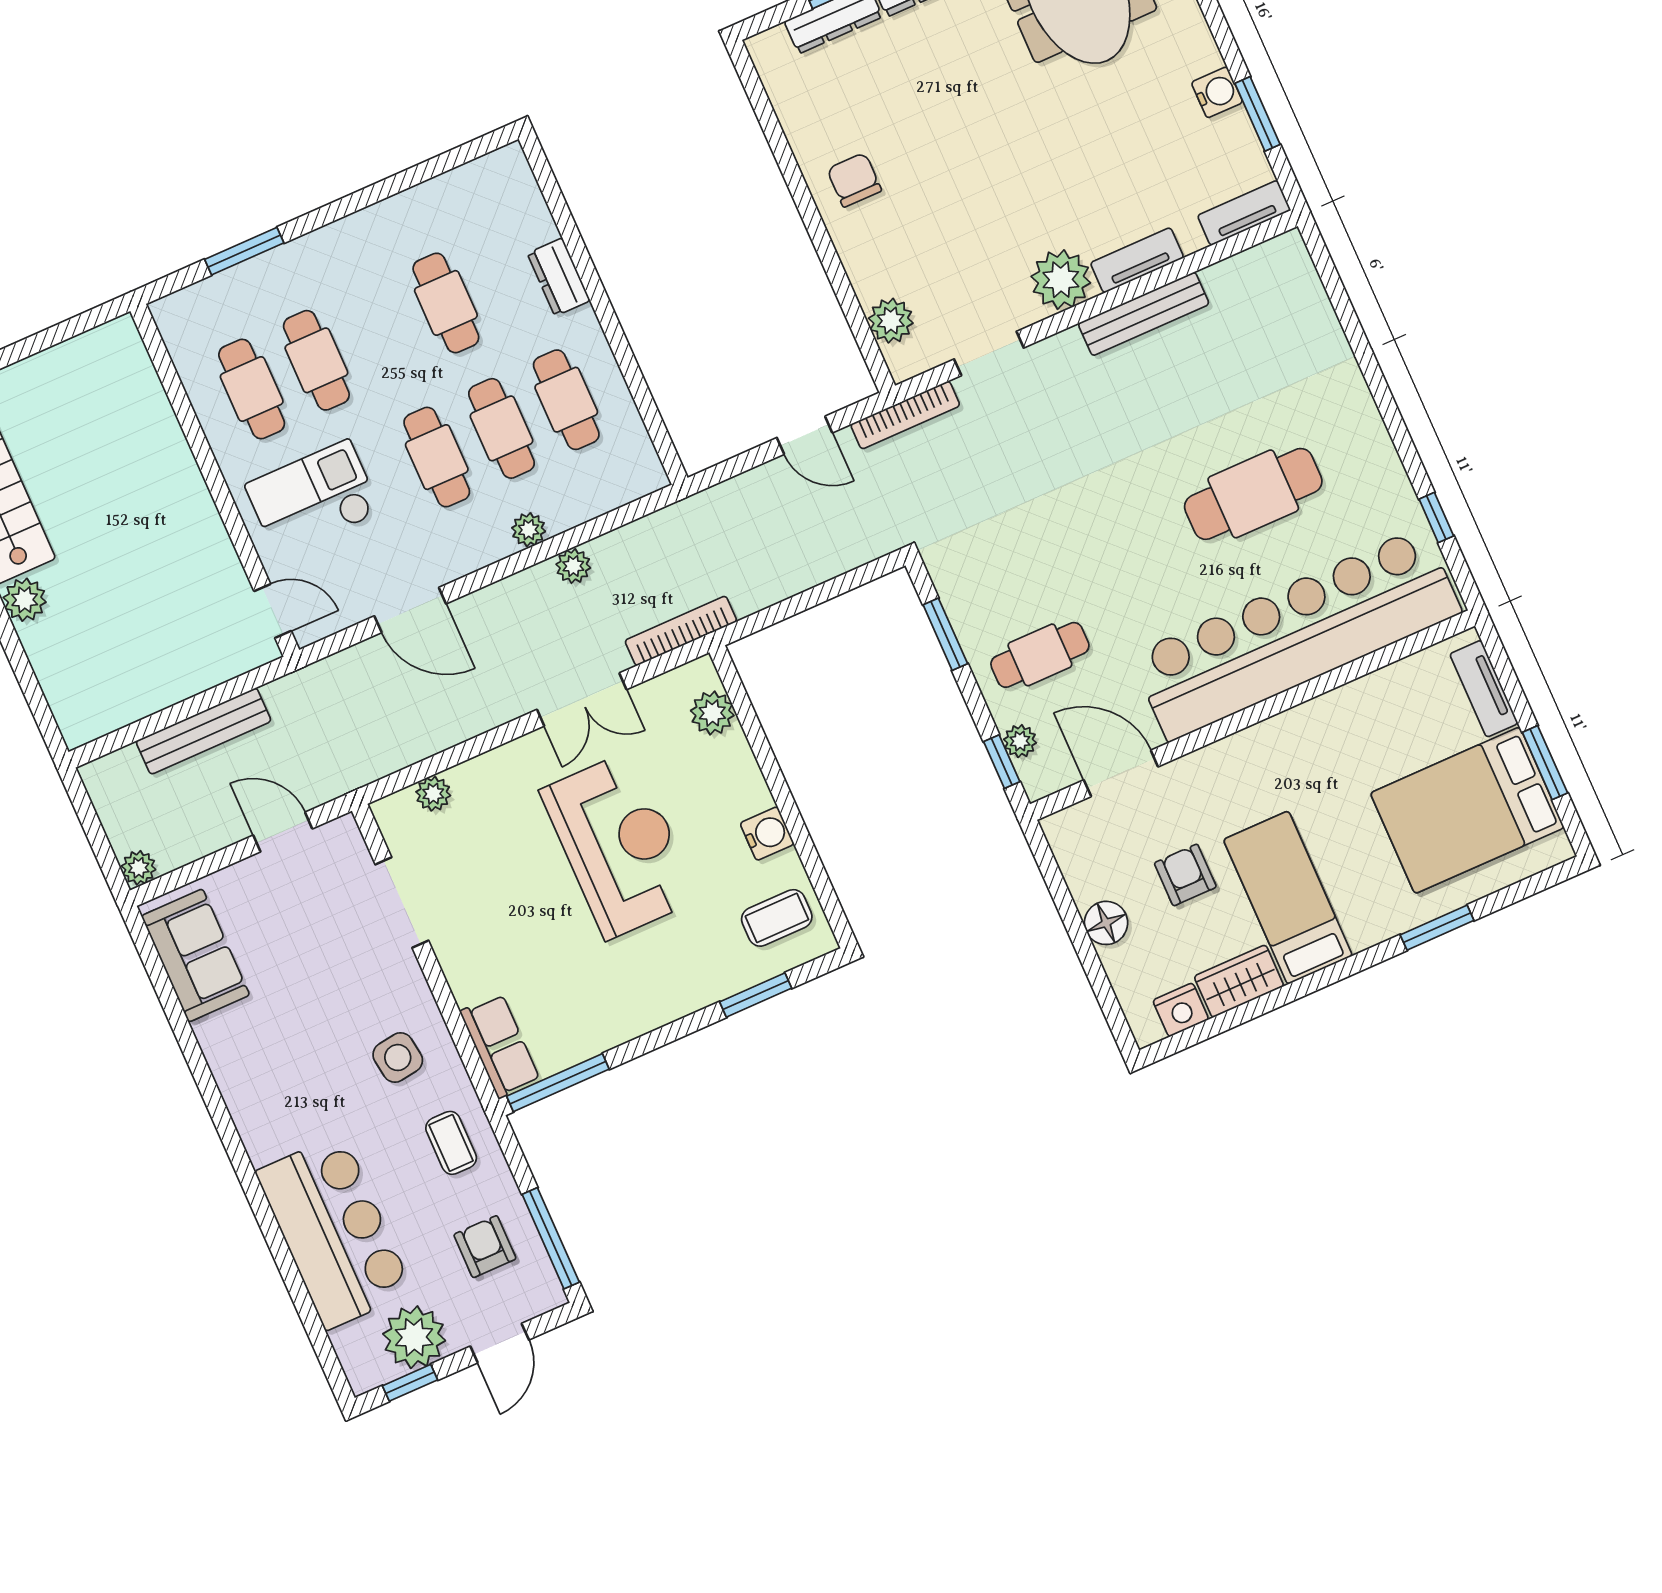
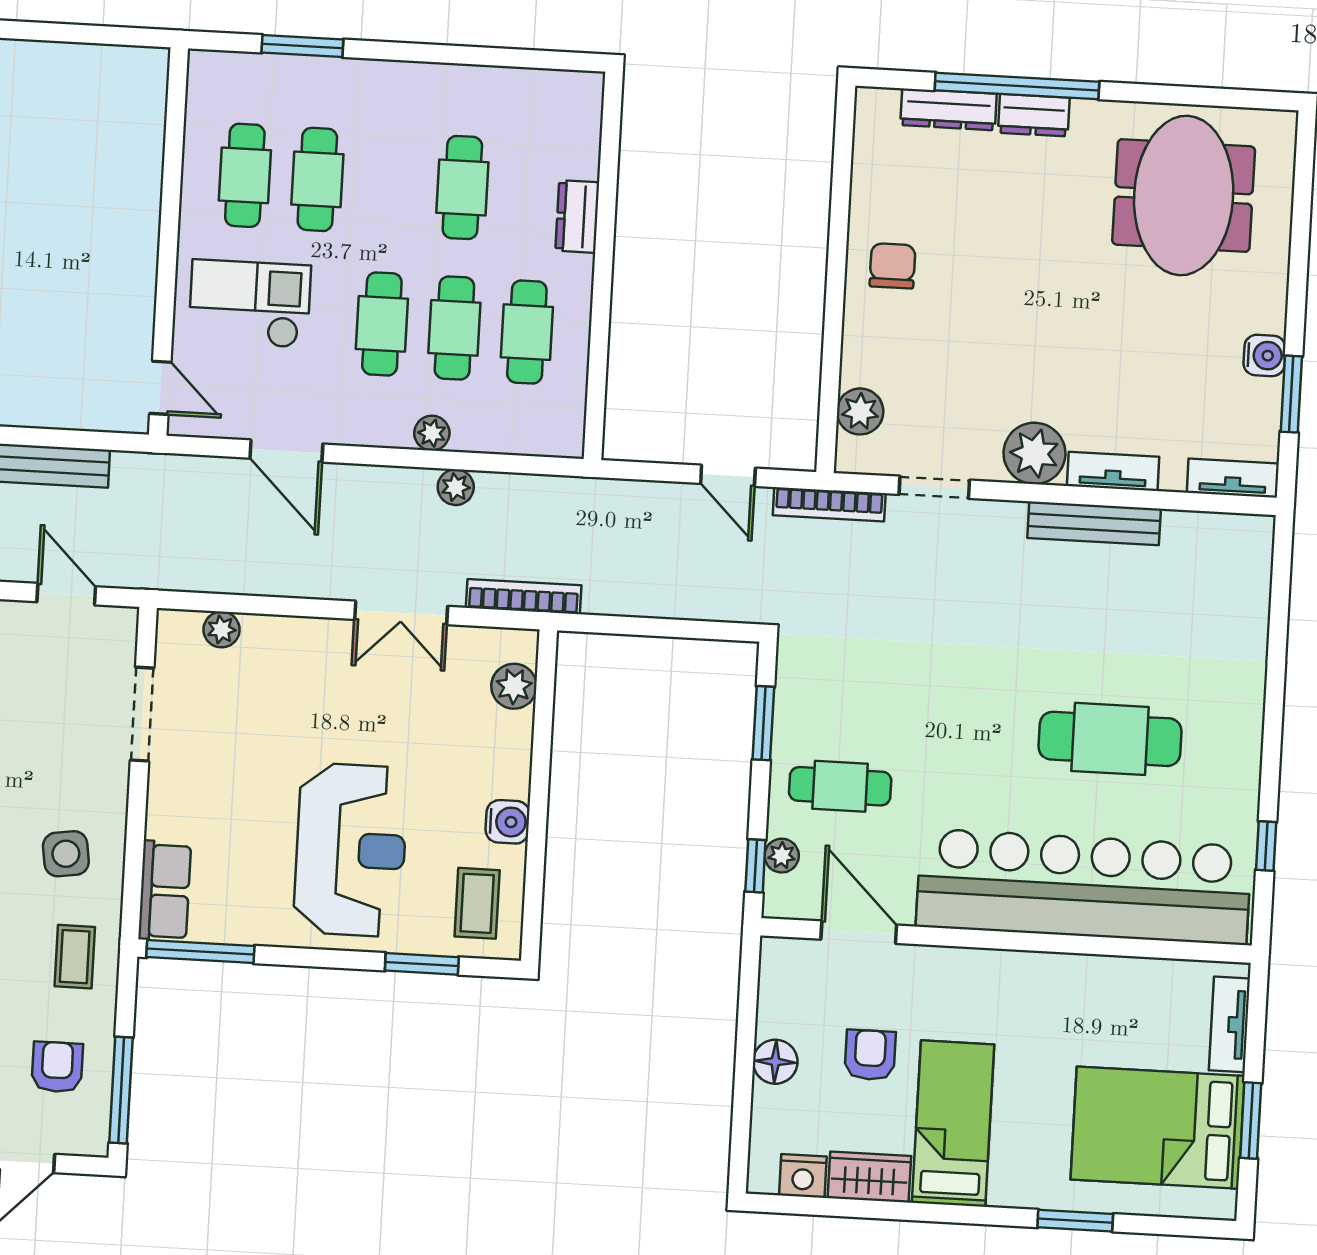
reception desk: (619, 845) -> (351, 850), moved
coffee table: (777, 918) -> (477, 903), turned 90

